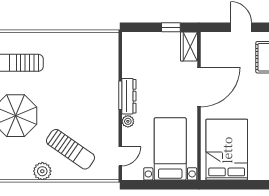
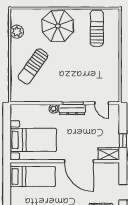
bed: (227, 150) -> (33, 177), width x0.67
door: (120, 156) -> (101, 103), moved
plant: (42, 171) -> (17, 32), moved

